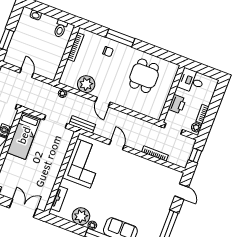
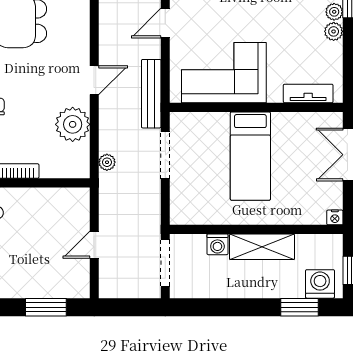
bench: (82, 124) -> (151, 94), width x1.36
bed: (24, 135) -> (250, 156), moved, turned 90
plant: (81, 216) -> (334, 31), width x0.53, depth x0.53

